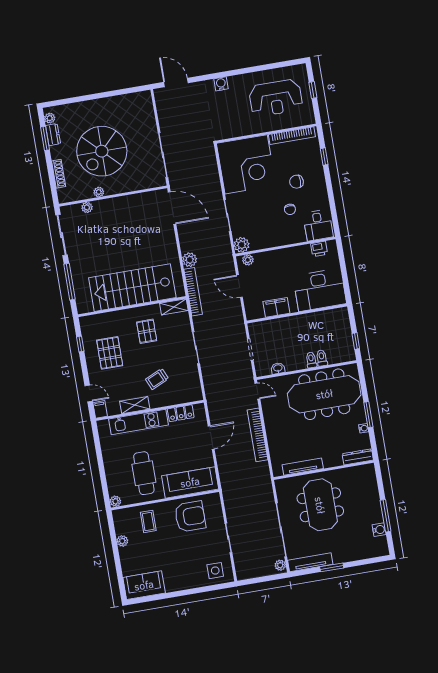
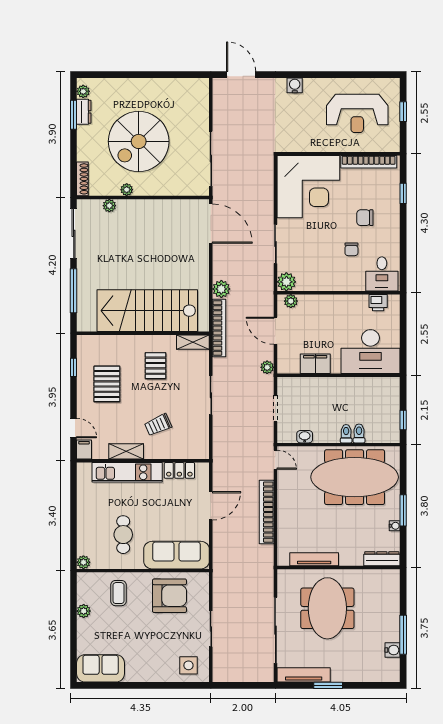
shoe rack: (59, 174) -> (82, 179), moved
cafe table: (144, 473) -> (123, 535), width x0.73, depth x0.74
plant: (280, 565) -> (267, 367), moved

